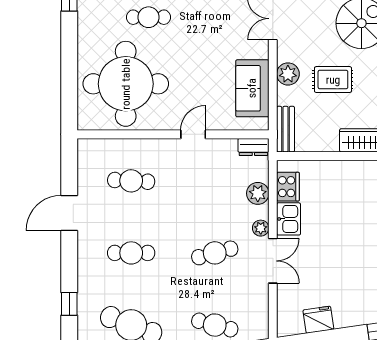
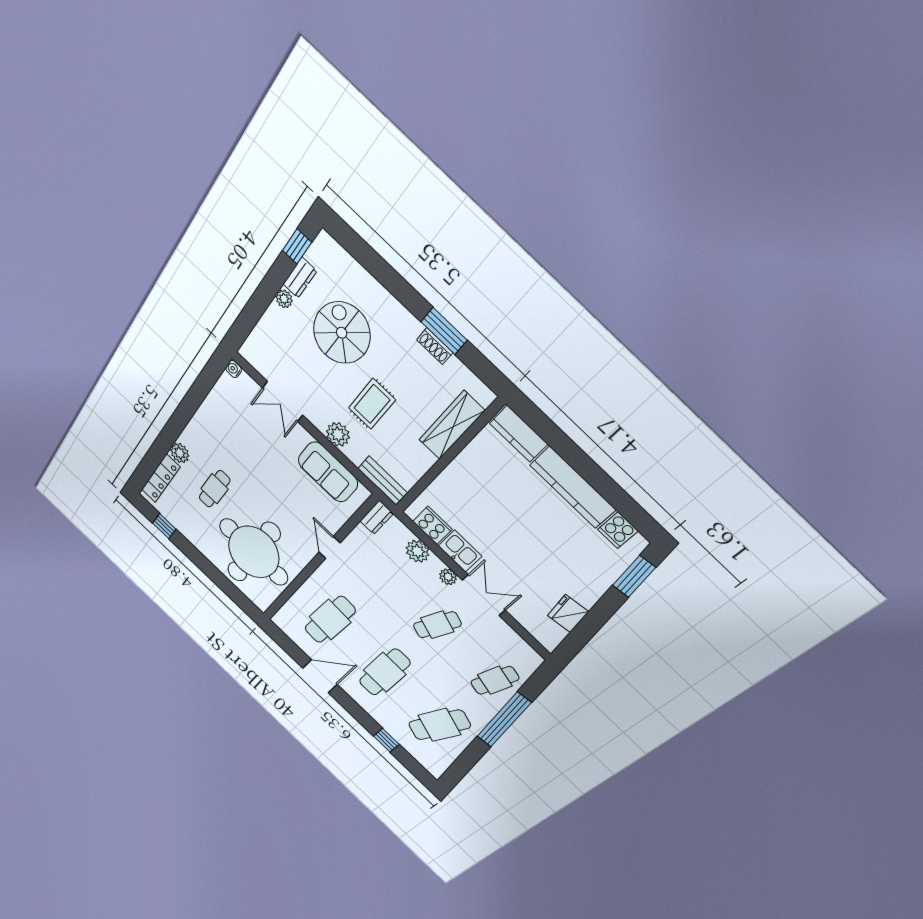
cafe table: (131, 181) -> (330, 620), width x1.37, depth x1.35
door: (69, 213) -> (320, 676), swing flipped
cafe table: (131, 253) -> (385, 672), width x1.37, depth x1.35
cafe table: (215, 253) -> (437, 625), turned 36

